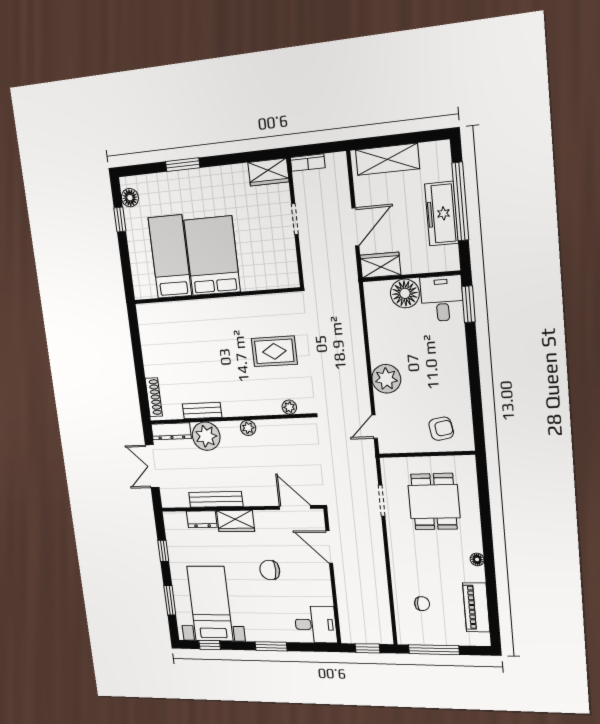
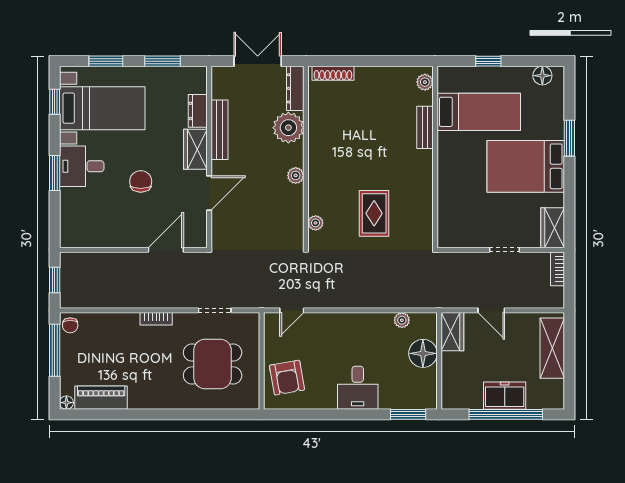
freezer: (442, 214) -> (505, 396), width x0.71
window: (120, 220) -> (488, 61), moved
door: (355, 227) -> (491, 310), width x0.73
bed: (212, 256) -> (526, 166), moved, turned 180
desk: (442, 298) -> (358, 388), moved, turned 90
plant: (150, 311) -> (425, 82), added
plant: (386, 379) -> (402, 320), moved, width x0.53, depth x0.53
bench: (202, 411) -> (425, 127), moved
door: (375, 427) -> (292, 310), swing flipped
armchair: (441, 429) -> (287, 378), width x1.38, depth x1.38
door: (295, 507) -> (209, 193), moved
window: (163, 551) -> (163, 61), width x1.50
bookcase: (395, 556) -> (156, 319), added
floor lamp: (477, 559) -> (66, 403), moved
chair: (422, 604) -> (70, 325), moved
desk: (316, 625) -> (82, 166), moved, turned 90

